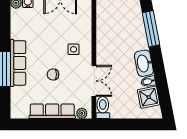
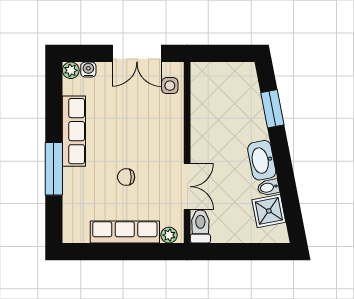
window: (151, 29) -> (272, 109), width x0.69
side table: (74, 49) -> (170, 86), moved
row of seats: (18, 63) -> (74, 131), moved

